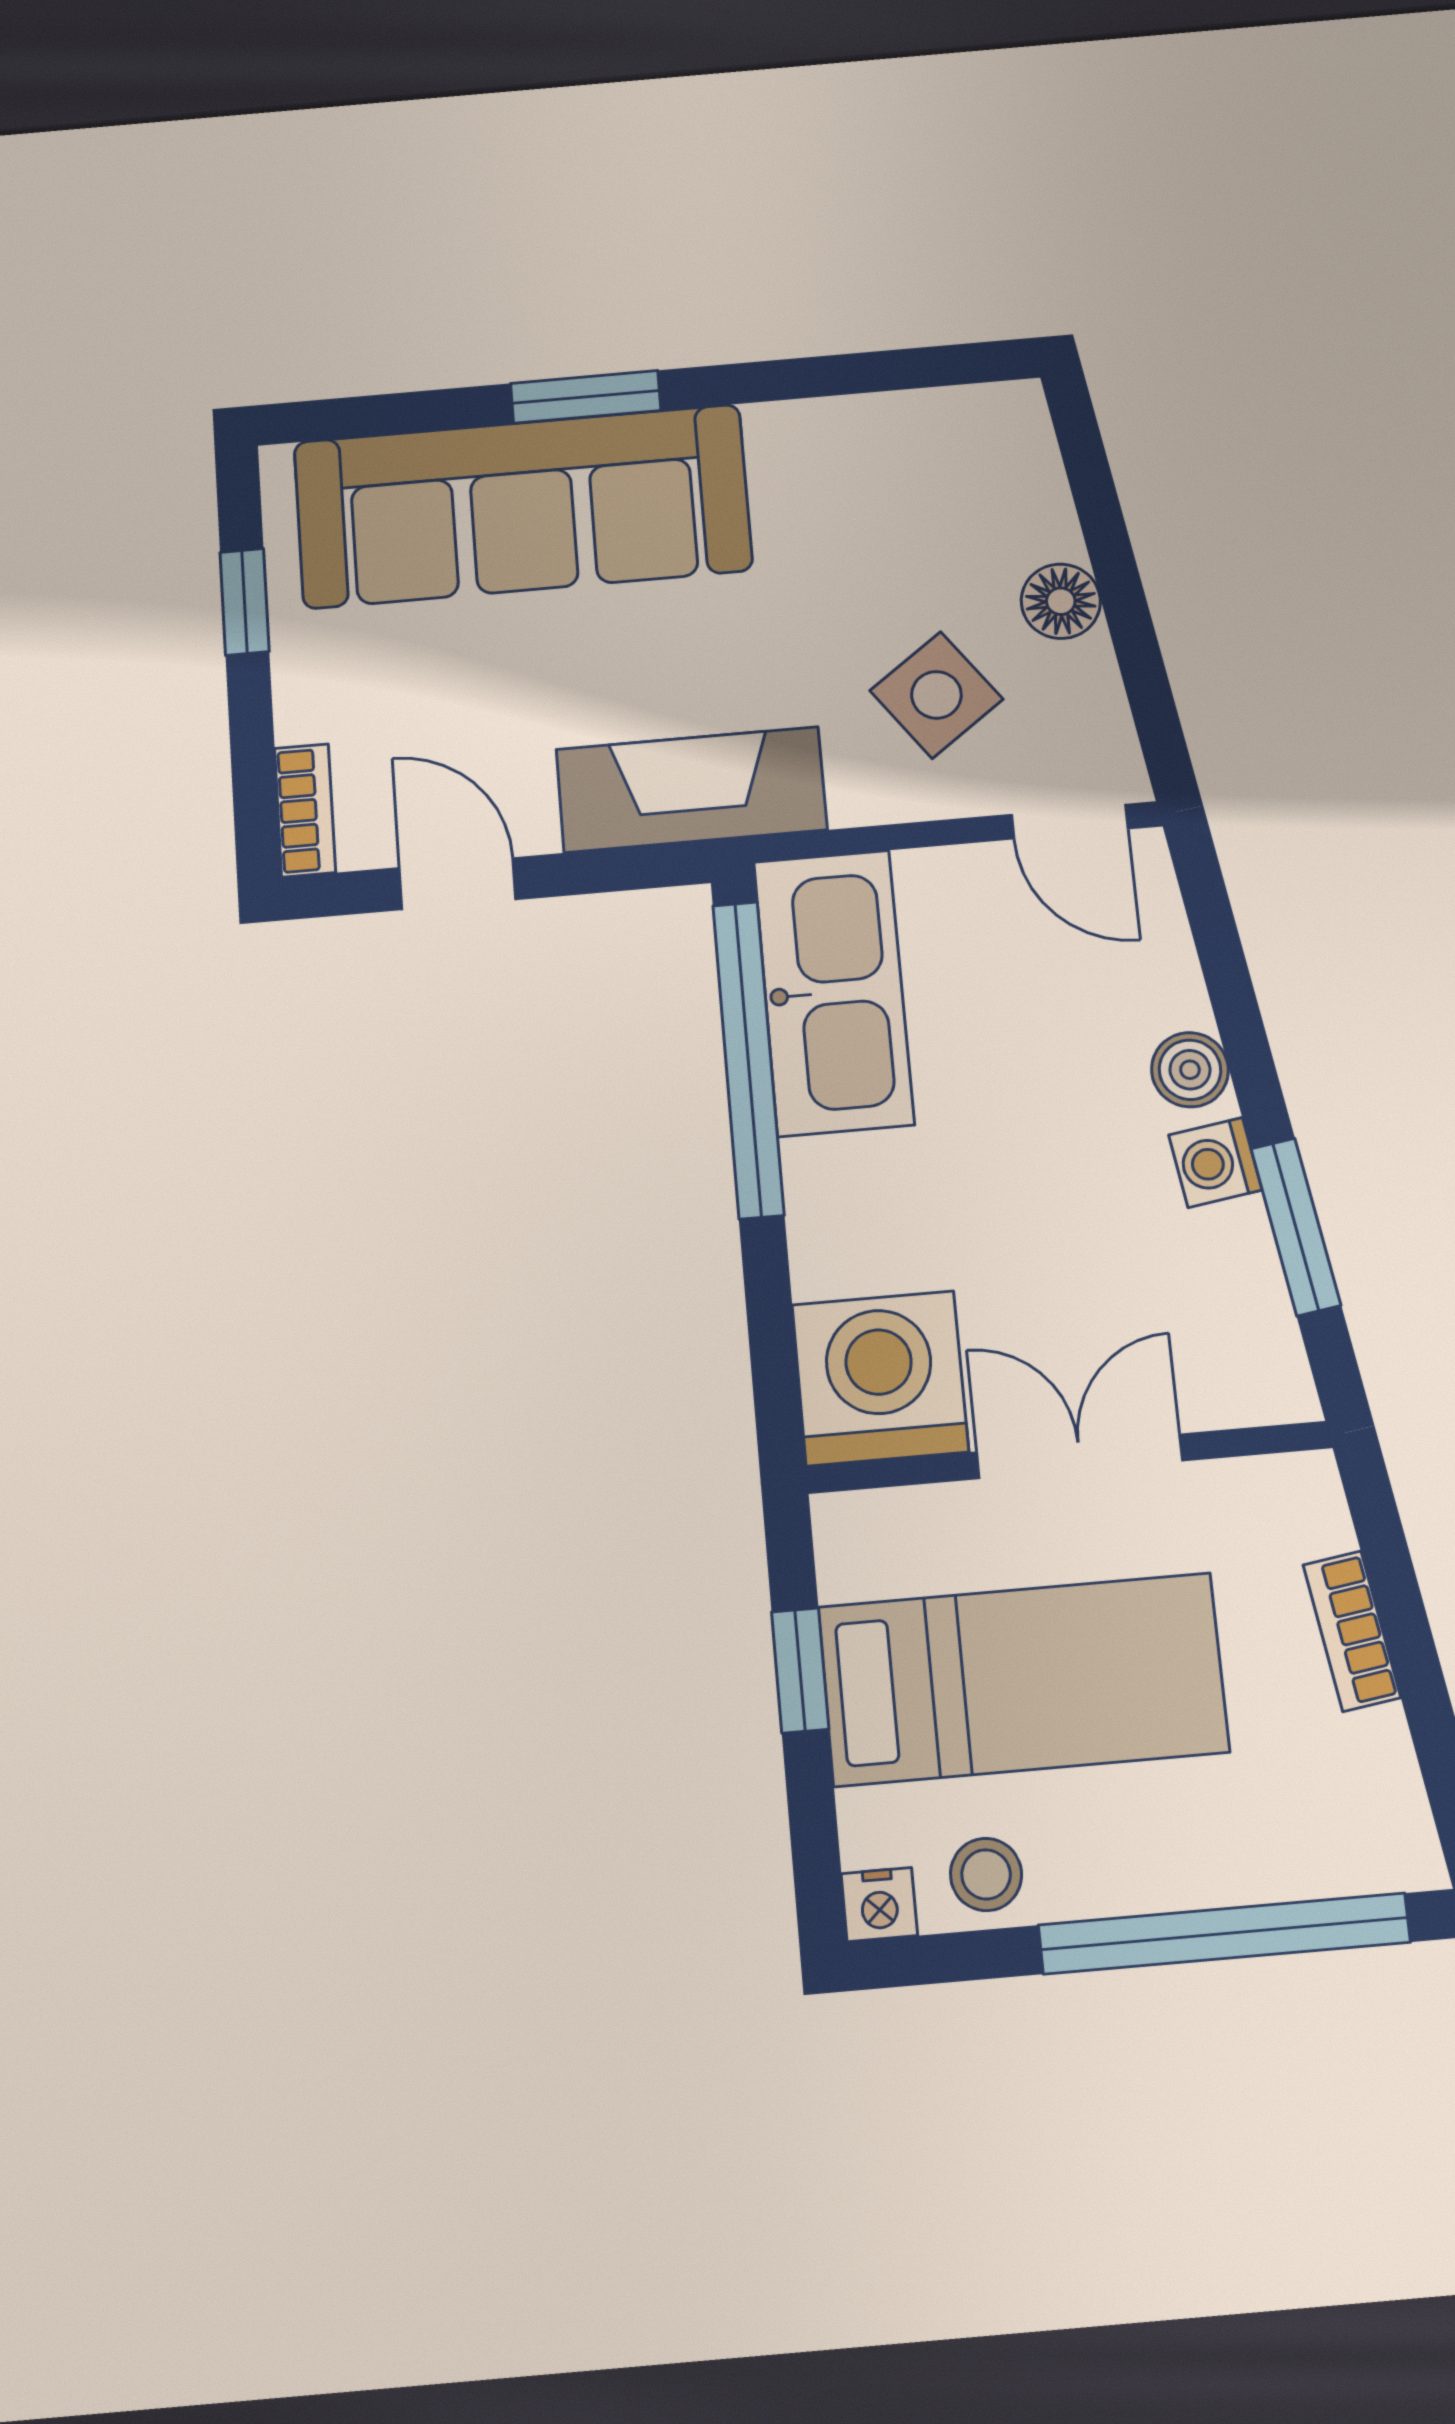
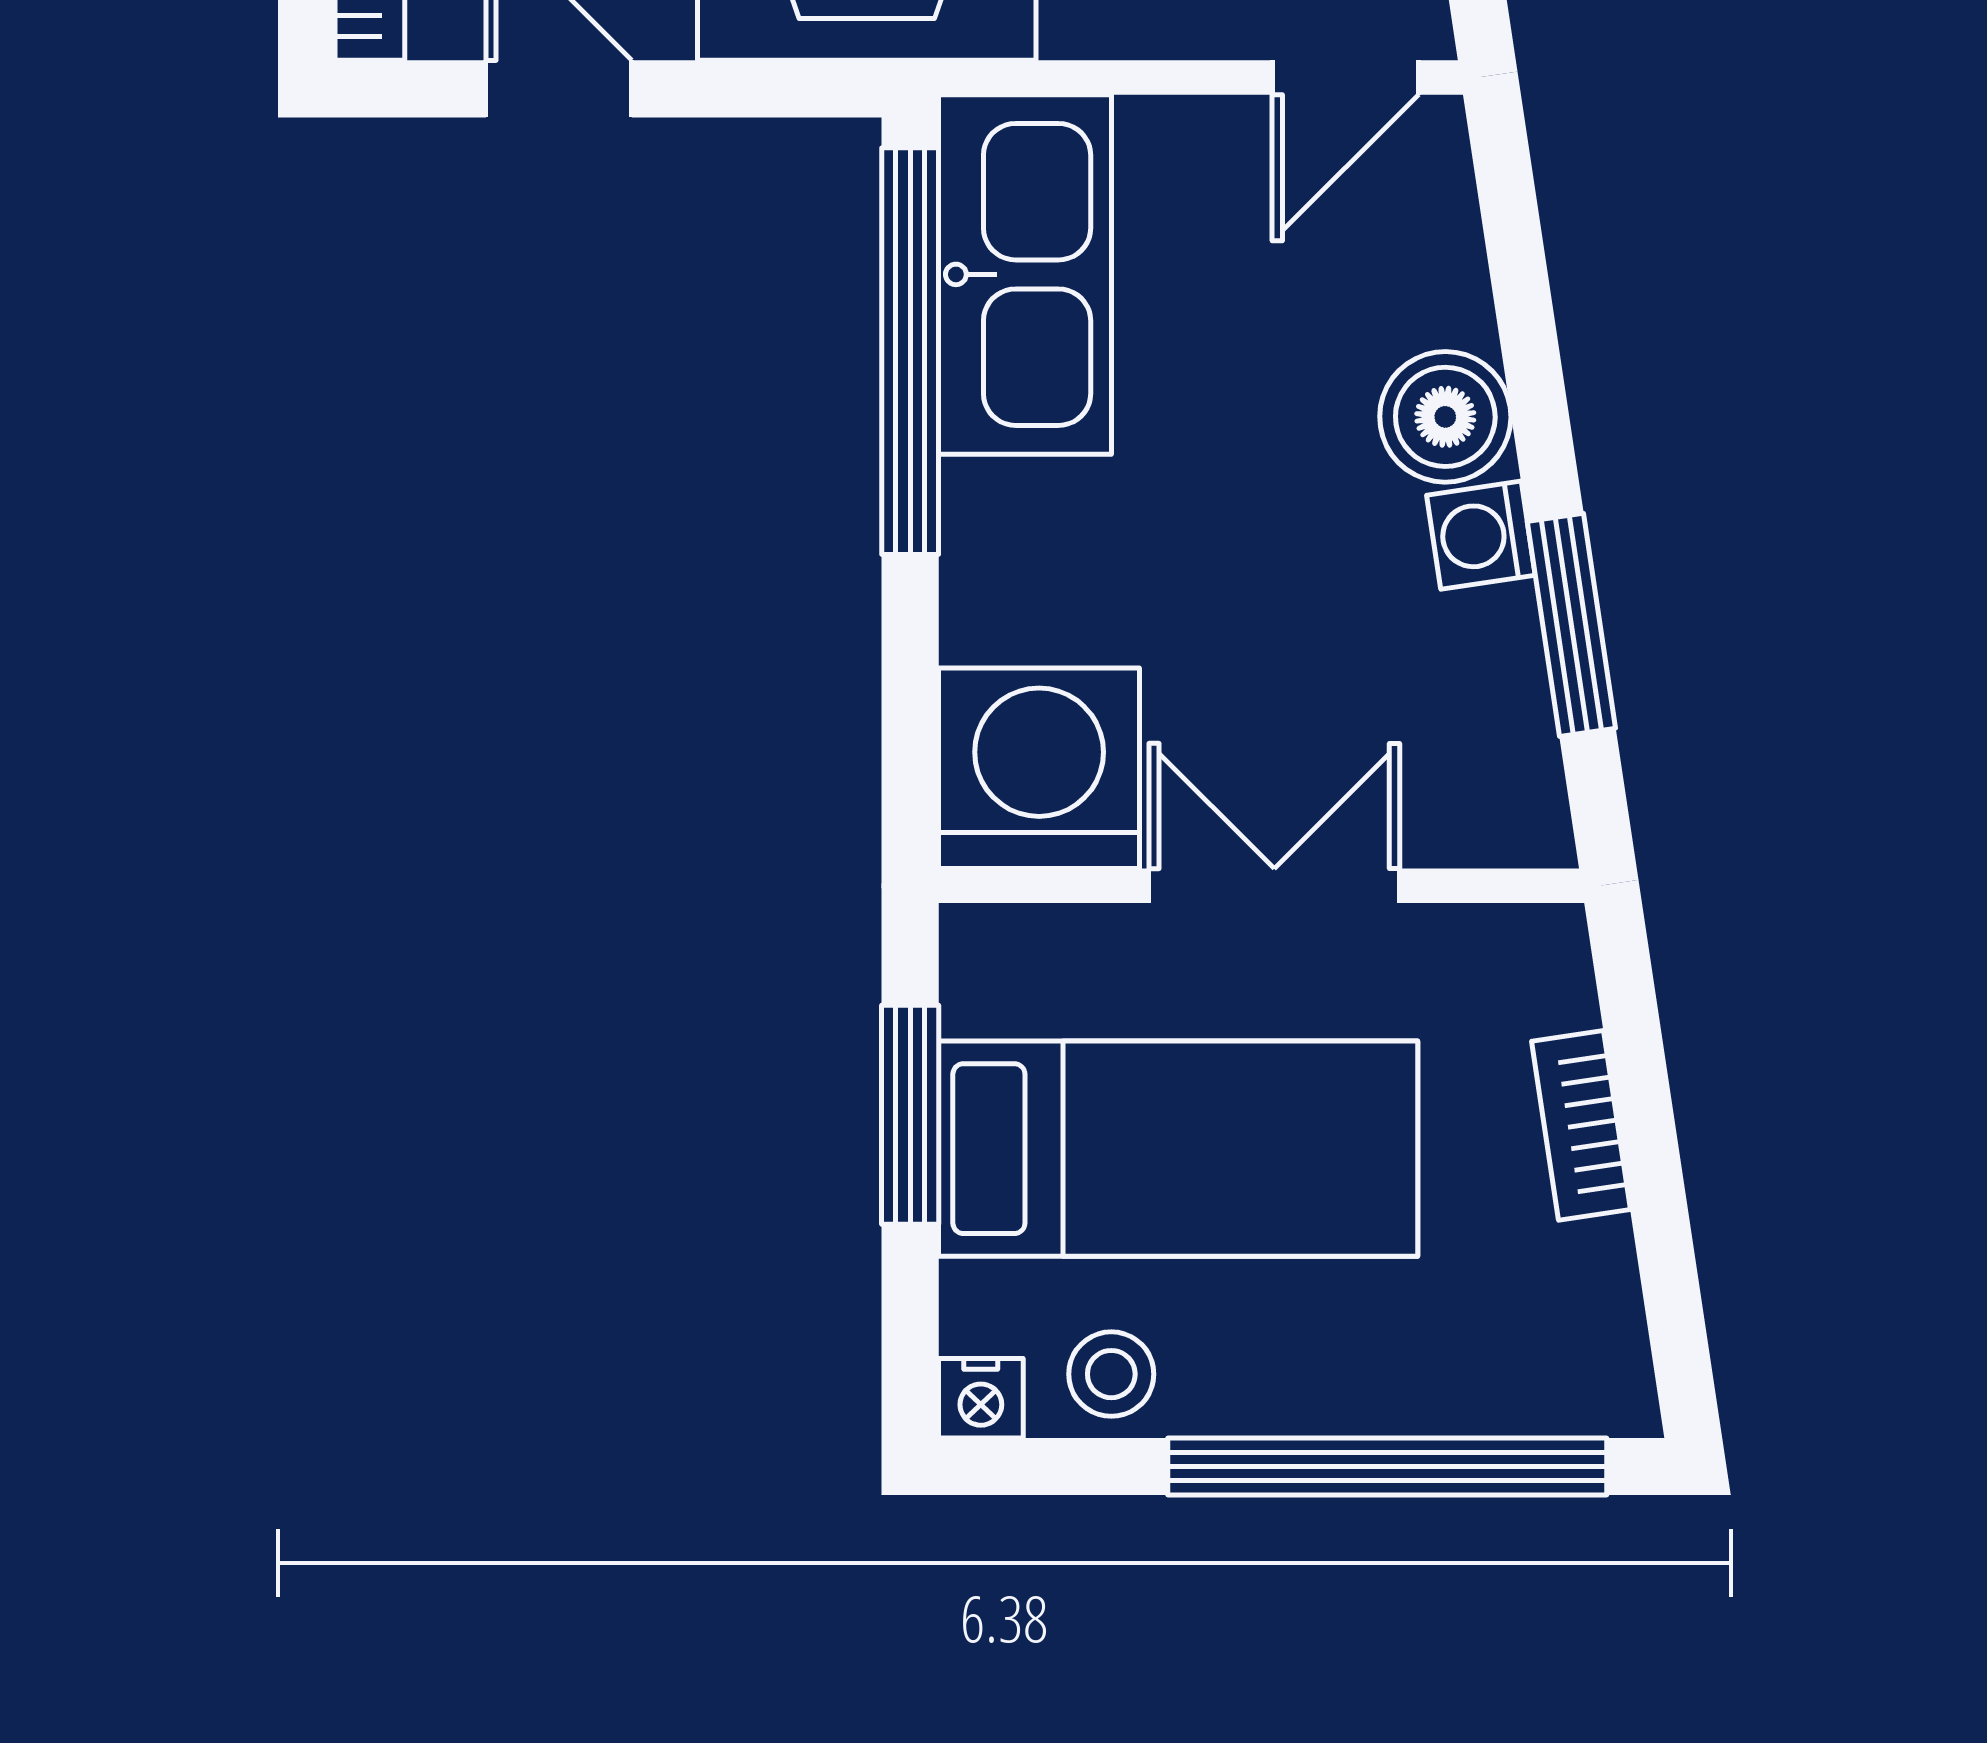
door: (1070, 822) -> (1345, 77), hinge flipped
boiler: (1190, 1070) -> (1445, 417), width x1.36, depth x1.36
window: (800, 1670) -> (910, 1115), width x1.50

